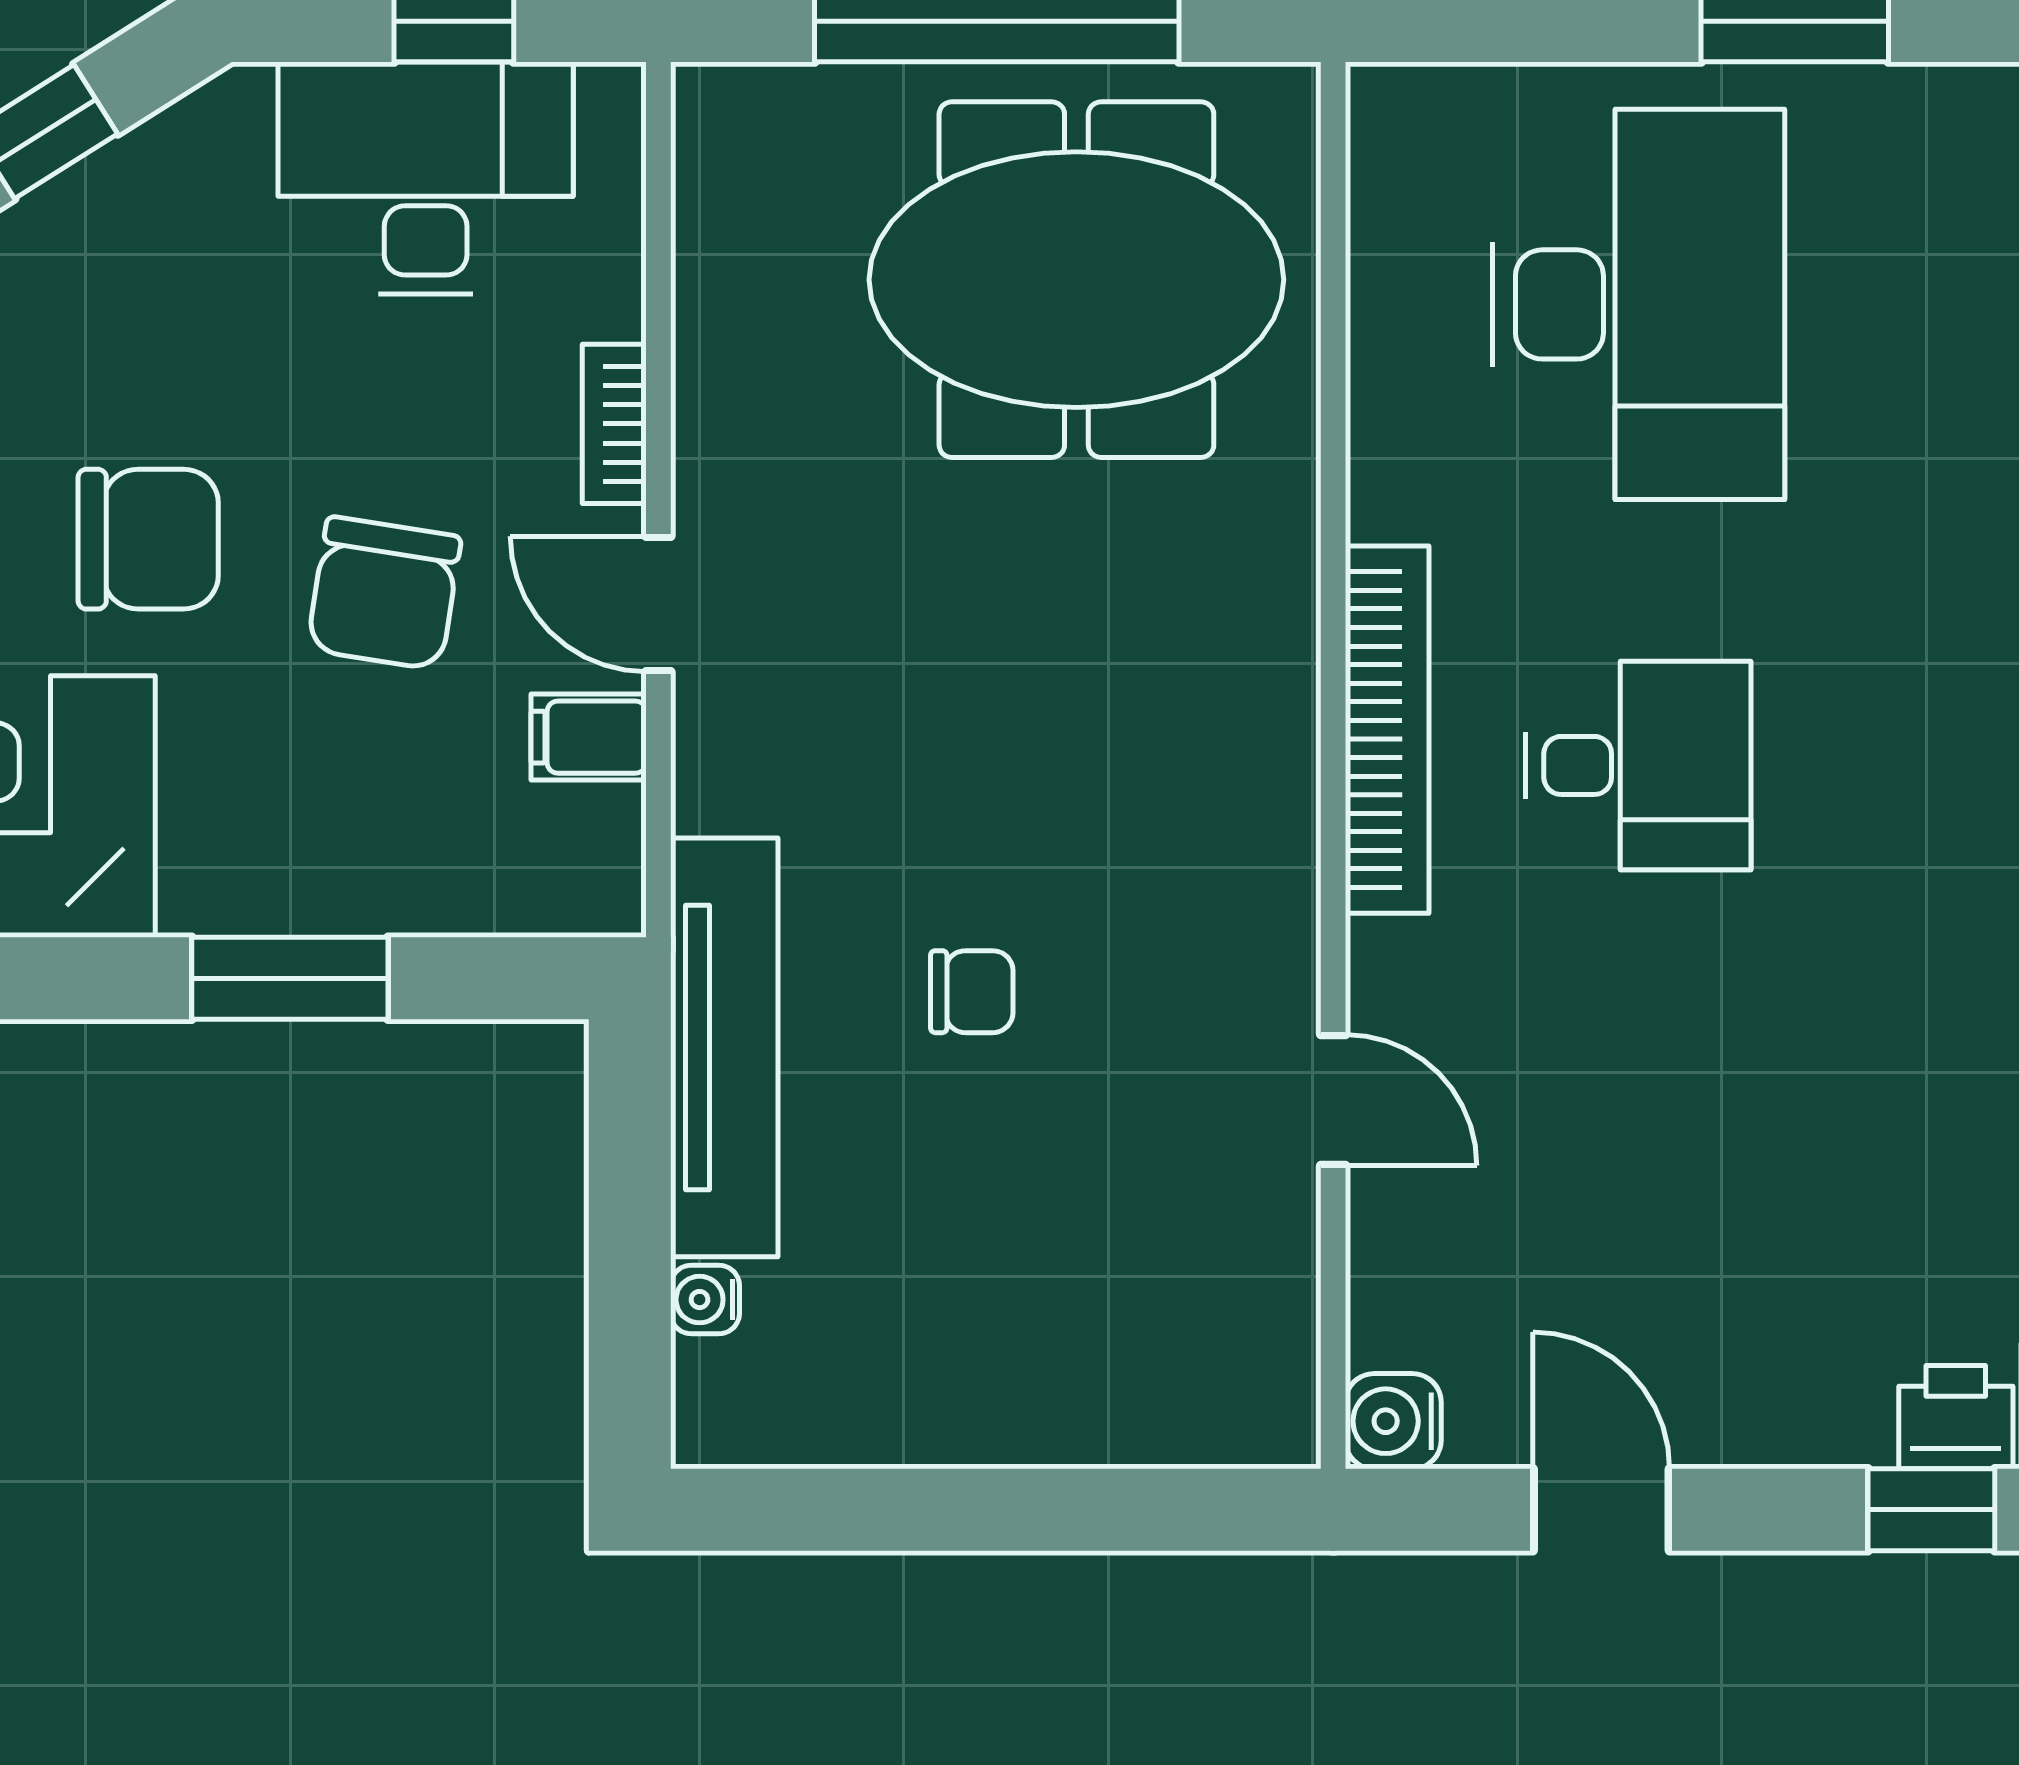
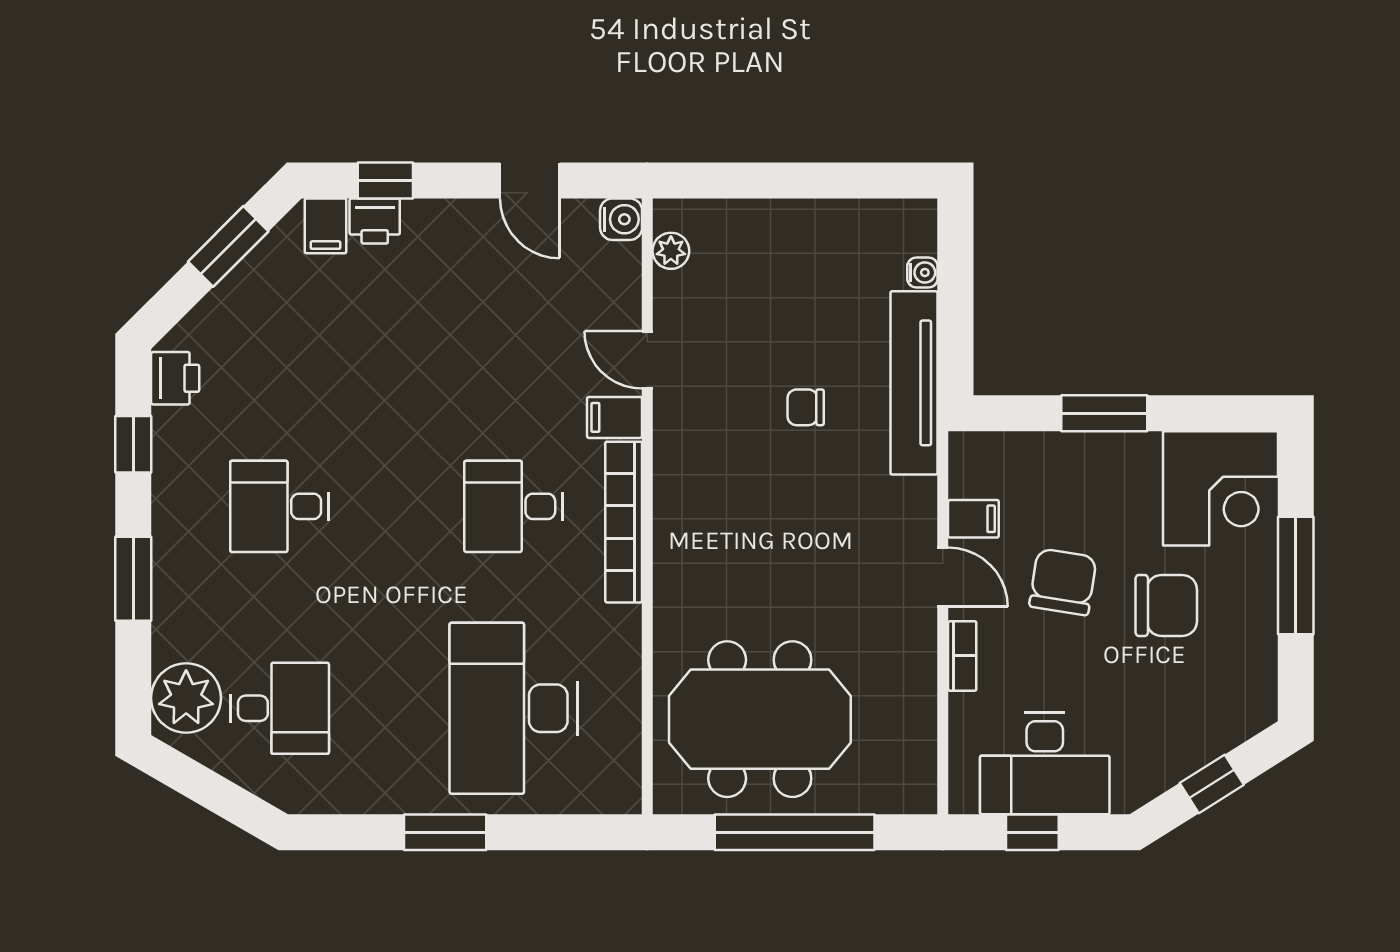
chair: (148, 539) -> (1166, 605), turned 180
filing cabinet: (1408, 969) -> (615, 417), added
plant: (1279, 1349) -> (671, 251), added

